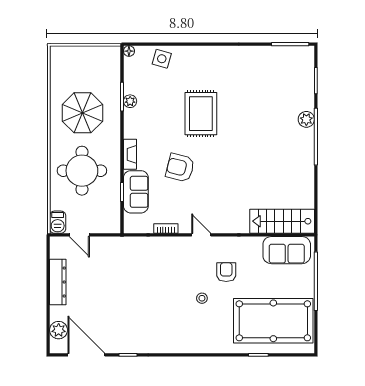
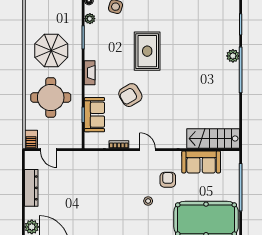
plant: (130, 101) -> (90, 19), moved
fireplace: (130, 154) -> (90, 73), moved
armchair: (180, 168) -> (130, 95), turned -45
sofa: (287, 250) -> (201, 162), moved

